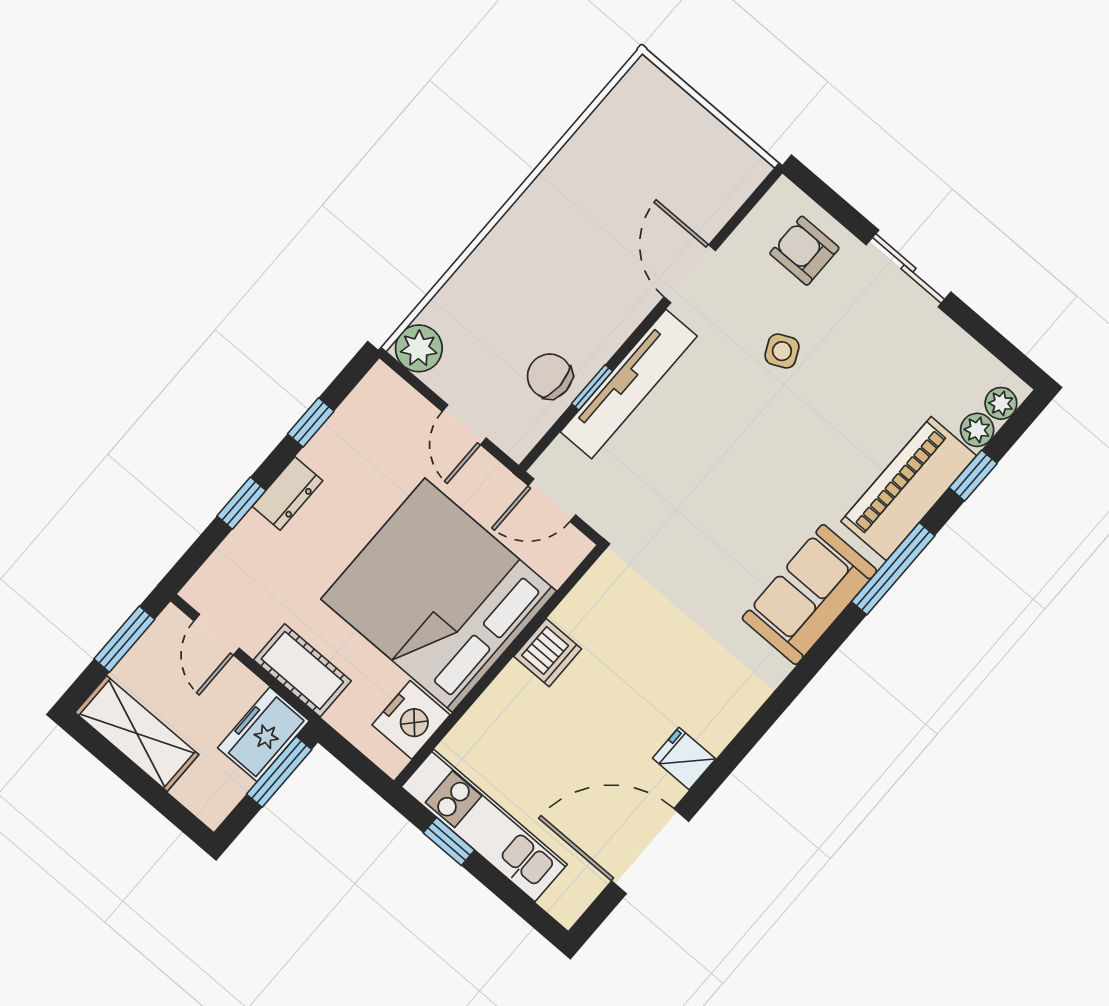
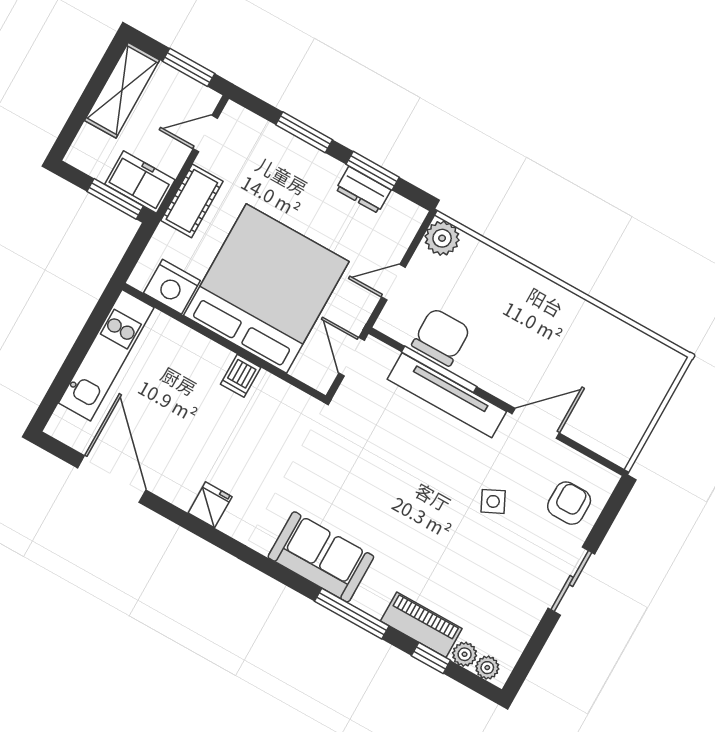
chair: (550, 376) -> (441, 337), width x1.37, depth x1.37
window: (592, 387) -> (439, 369), width x2.17
window: (311, 422) -> (373, 171), width x1.50
piano: (909, 489) -> (421, 625), width x0.73, depth x0.75
dresser: (288, 493) -> (363, 190), moved
window: (241, 503) -> (304, 132), width x1.50
dishwasher: (548, 653) -> (241, 376), width x0.73
fridge: (684, 759) -> (210, 505), moved
window: (449, 842) -> (89, 332), removed

